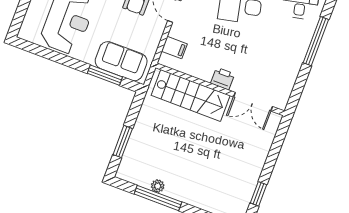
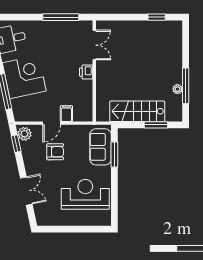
window: (316, 41) -> (61, 17), moved
filing cabinet: (174, 48) -> (66, 114), moved
stairs: (191, 95) -> (137, 111), moved, turned -90

